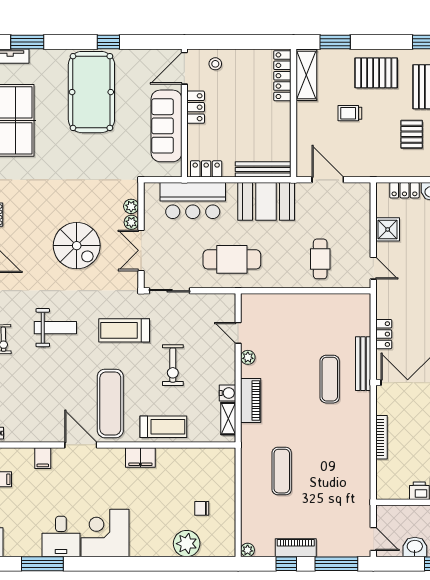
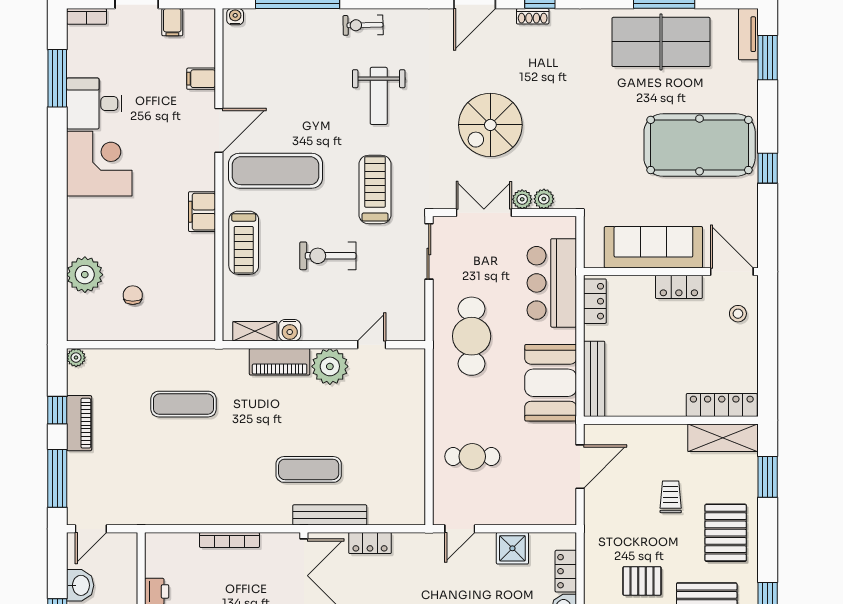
plant: (248, 357) -> (330, 366), width x1.87, depth x1.87

